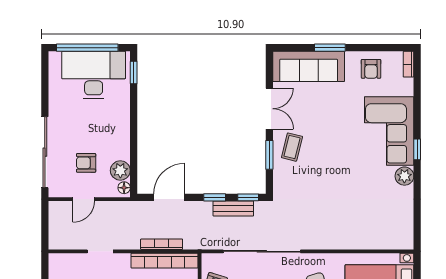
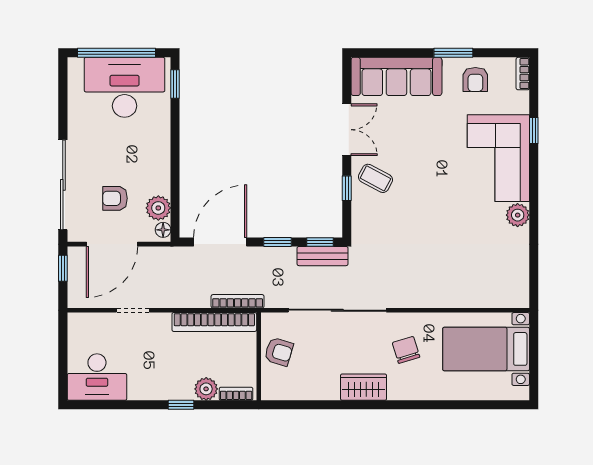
window: (330, 48) -> (453, 53), moved
coffee table: (292, 147) -> (375, 178), turned -76
window: (417, 149) -> (534, 131), moved
window: (269, 155) -> (347, 188), width x0.67
door: (169, 197) -> (220, 242), width x1.36
door: (84, 199) -> (112, 244), width x1.88
bench: (233, 208) -> (323, 256), moved
window: (45, 218) -> (63, 268), added
bookcase: (162, 244) -> (238, 301), moved

